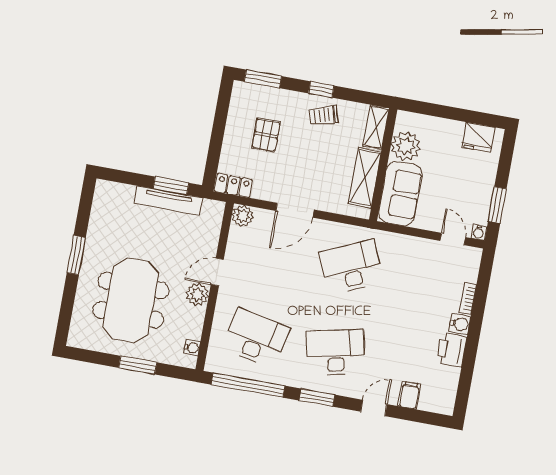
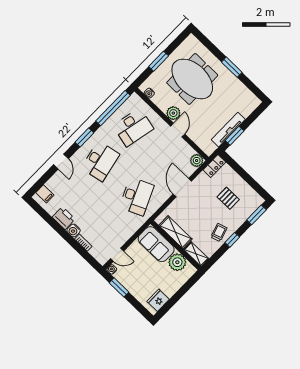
filing cabinet: (409, 395) -> (45, 194), moved

